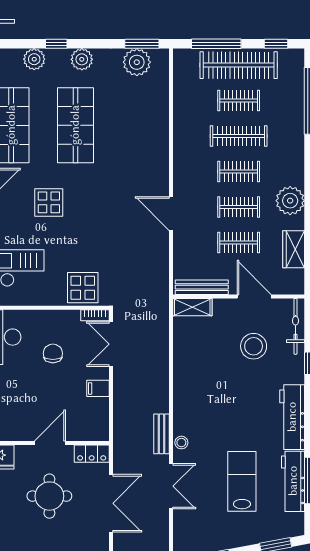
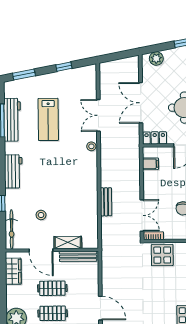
wardrobe: (294, 249) -> (13, 271), moved
shelving: (192, 307) -> (68, 242), moved
stool: (254, 346) -> (41, 215), width x0.53, depth x0.53
filing cabinet: (98, 388) -> (151, 164), moved
workbench: (292, 417) -> (13, 171), width x0.73
bench: (161, 434) -> (106, 202), moved

